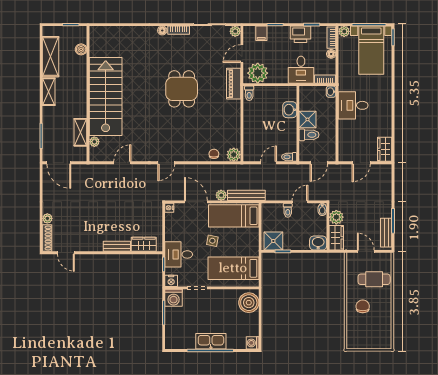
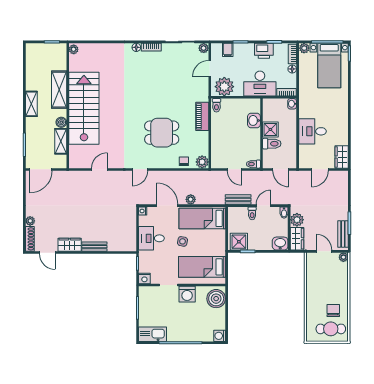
boiler: (81, 49) -> (61, 122), moved
shelving: (50, 57) -> (59, 90), moved
desk: (301, 70) -> (260, 84), width x1.37
piano: (234, 84) -> (202, 116), moved
dining table: (182, 89) -> (162, 133), moved, turned 90
desk: (353, 105) -> (312, 131), moved
plant: (94, 142) -> (74, 49), moved
door: (59, 163) -> (41, 169), hinge flipped
door: (269, 163) -> (234, 169), swing flipped
door: (319, 163) -> (281, 169), hinge flipped
bench: (246, 195) -> (238, 200), moved, width x0.73
wardrobe: (144, 244) -> (70, 245), moved
desk: (179, 254) -> (151, 238), moved
plant: (387, 258) -> (343, 257), added
cafe table: (374, 279) -> (331, 329), moved
washing machine: (174, 298) -> (187, 294), moved
chair: (363, 306) -> (333, 311), moved
kitchen sink: (211, 341) -> (153, 334), moved

